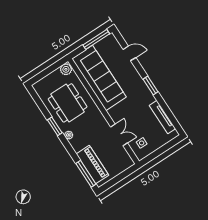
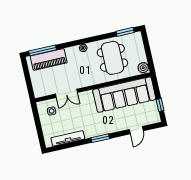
window: (96, 39) -> (160, 105), width x0.46
dining table: (68, 103) -> (112, 58), turned 90
window: (55, 126) -> (125, 32), moved

